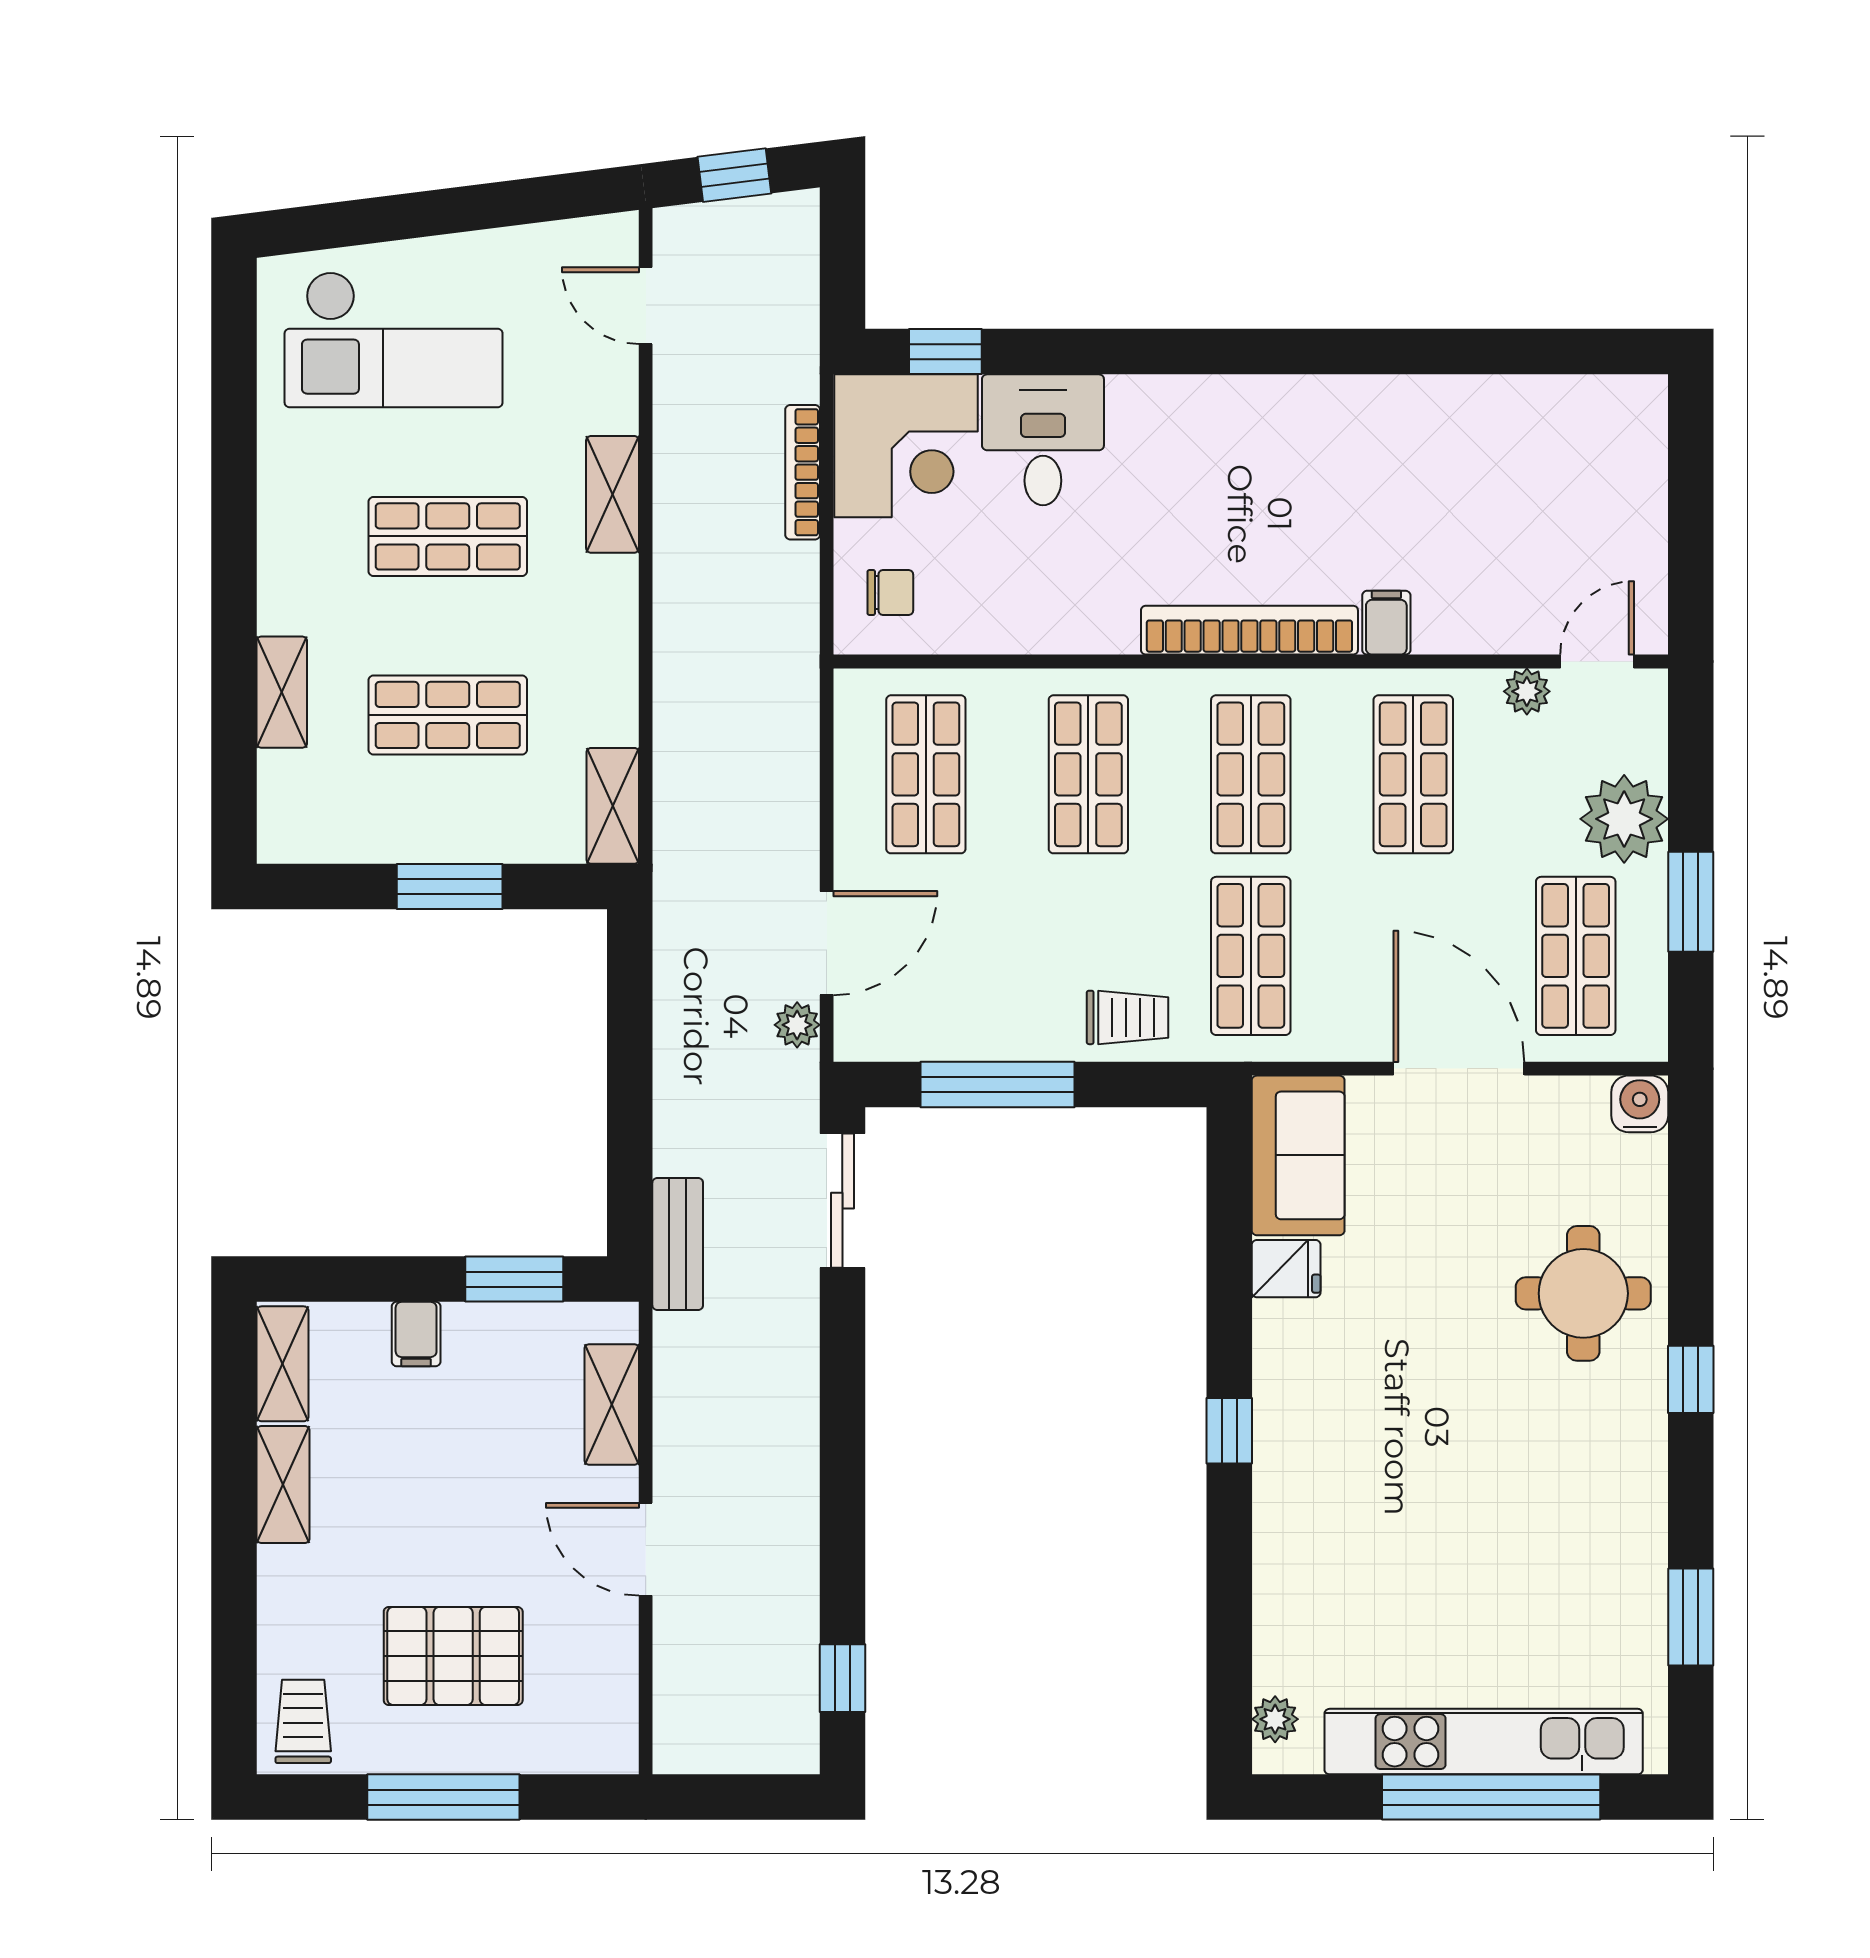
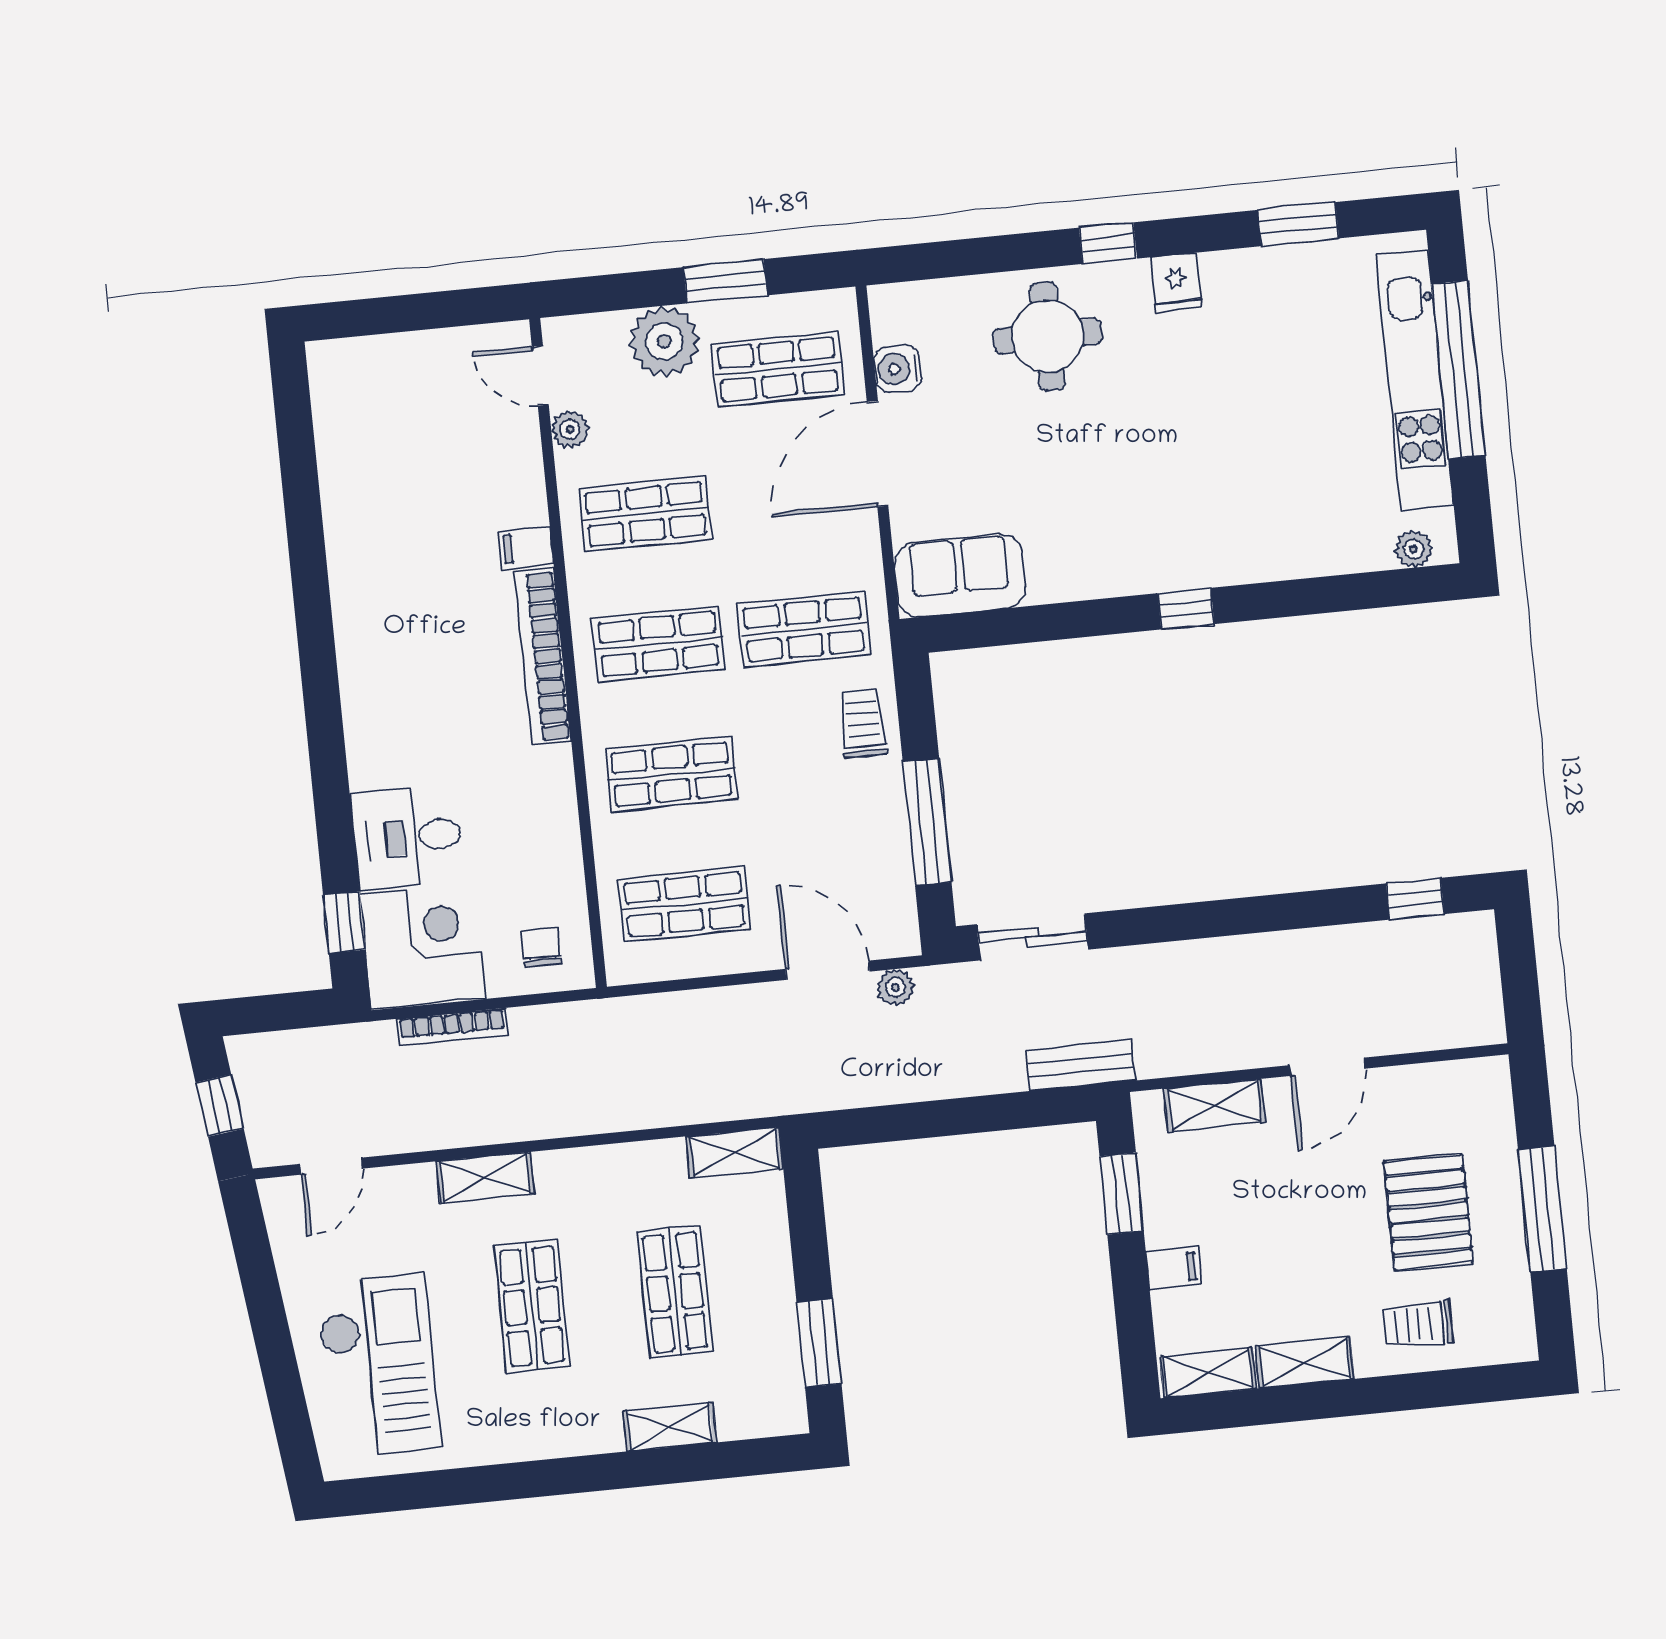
window: (450, 887) -> (819, 1343), moved
water cooler: (1640, 1104) -> (898, 369), moved
fridge: (1286, 1269) -> (1176, 282), moved, turned 180
trolley: (303, 1721) -> (1418, 1324), moved

